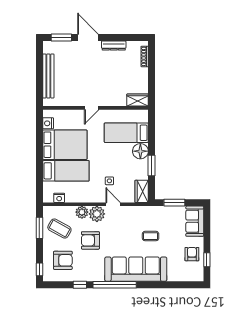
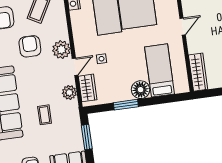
wardrobe: (138, 100) -> (198, 72), width x1.50
door: (92, 108) -> (183, 27), swing flipped
wardrobe: (142, 191) -> (88, 88), moved, turned 90
plant: (82, 212) -> (69, 92), moved

